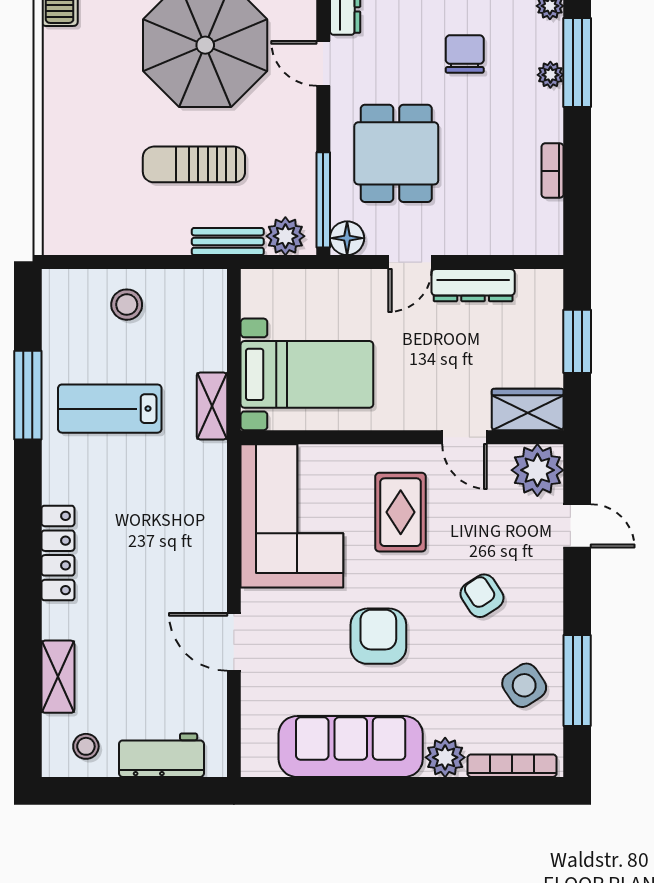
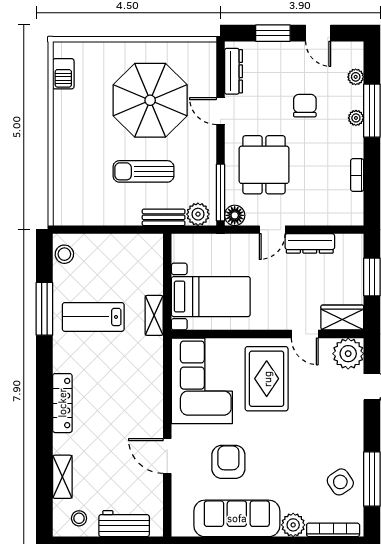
stool: (127, 305) -> (64, 254), moved
rug: (401, 512) -> (267, 379), width x1.36, depth x1.43
armchair: (482, 596) -> (315, 429), removed
armchair: (378, 636) -> (228, 462), moved

